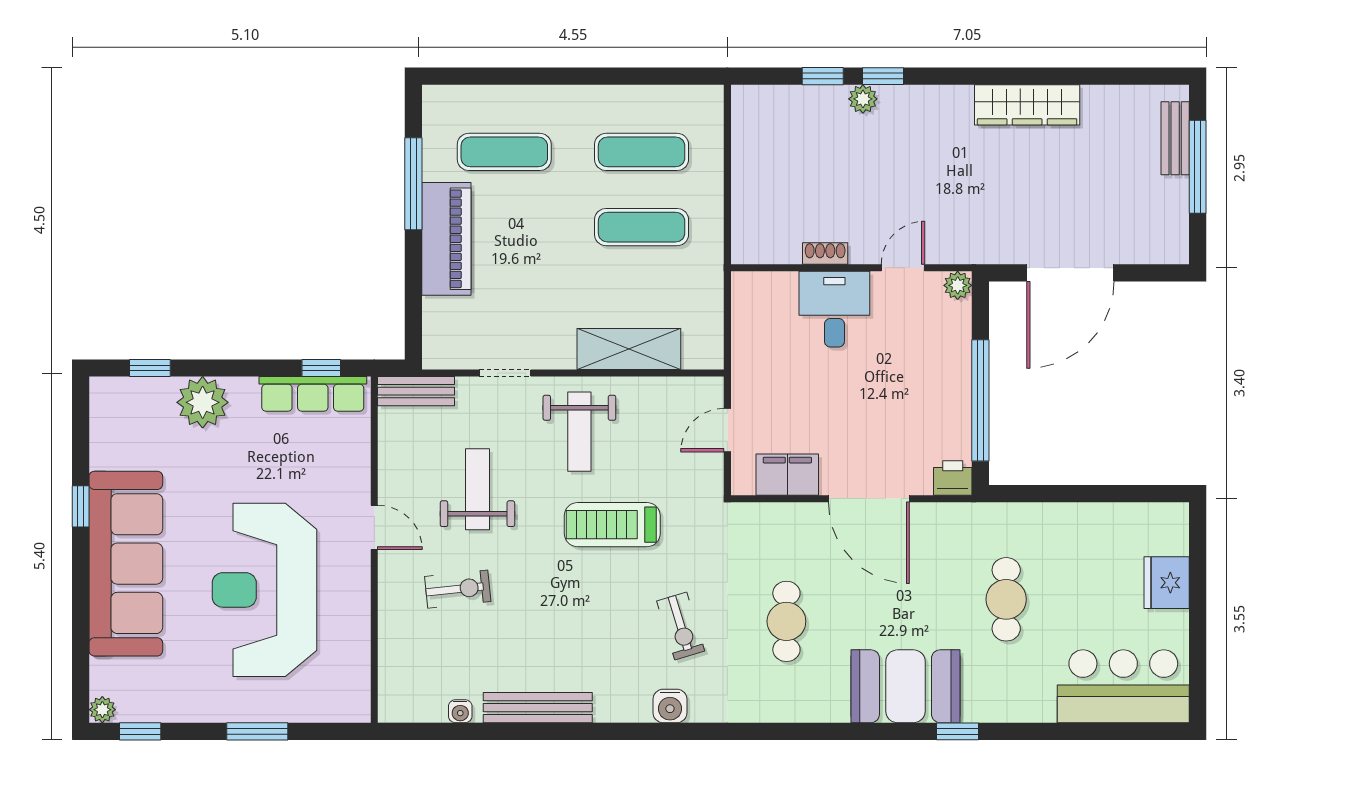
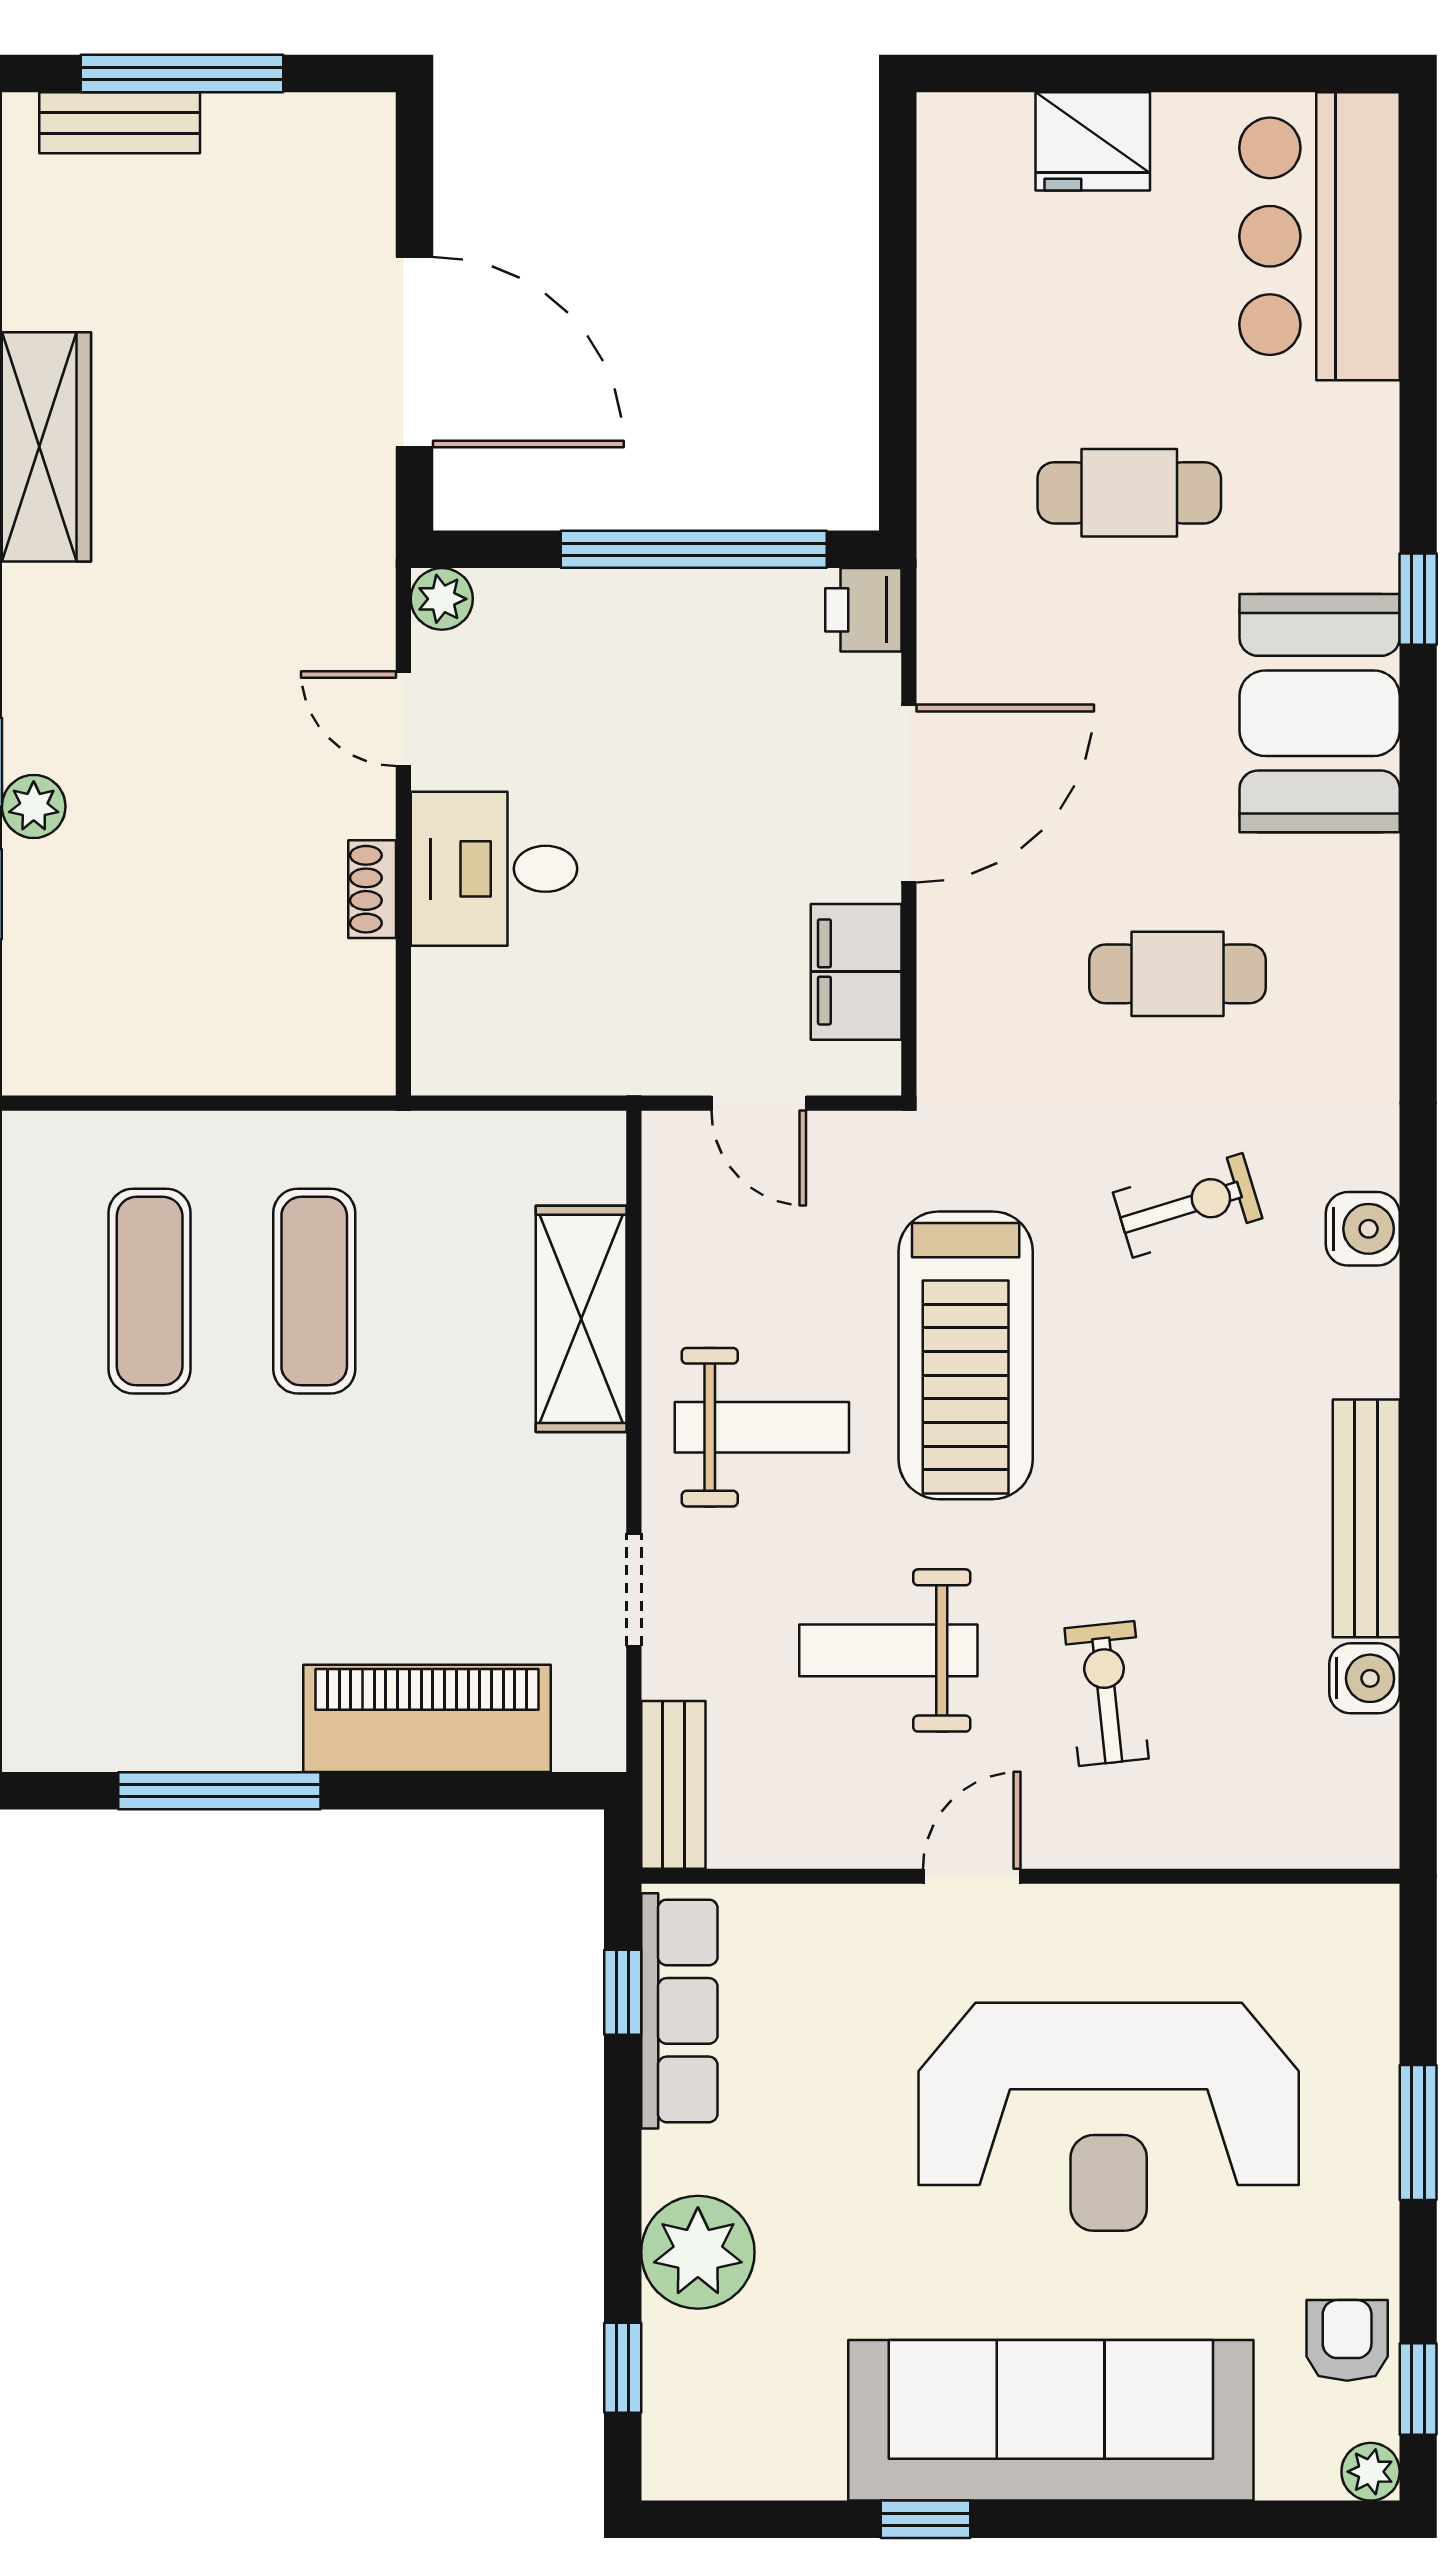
exercise mat: (504, 152) -> (150, 1592), removed
piano: (446, 239) -> (427, 1718), moved
treadmill: (612, 525) -> (966, 1355), width x1.37, depth x1.38
armchair: (162, 699) -> (1347, 2340), added
water cooler: (460, 711) -> (1364, 1678), width x1.38, depth x1.38

